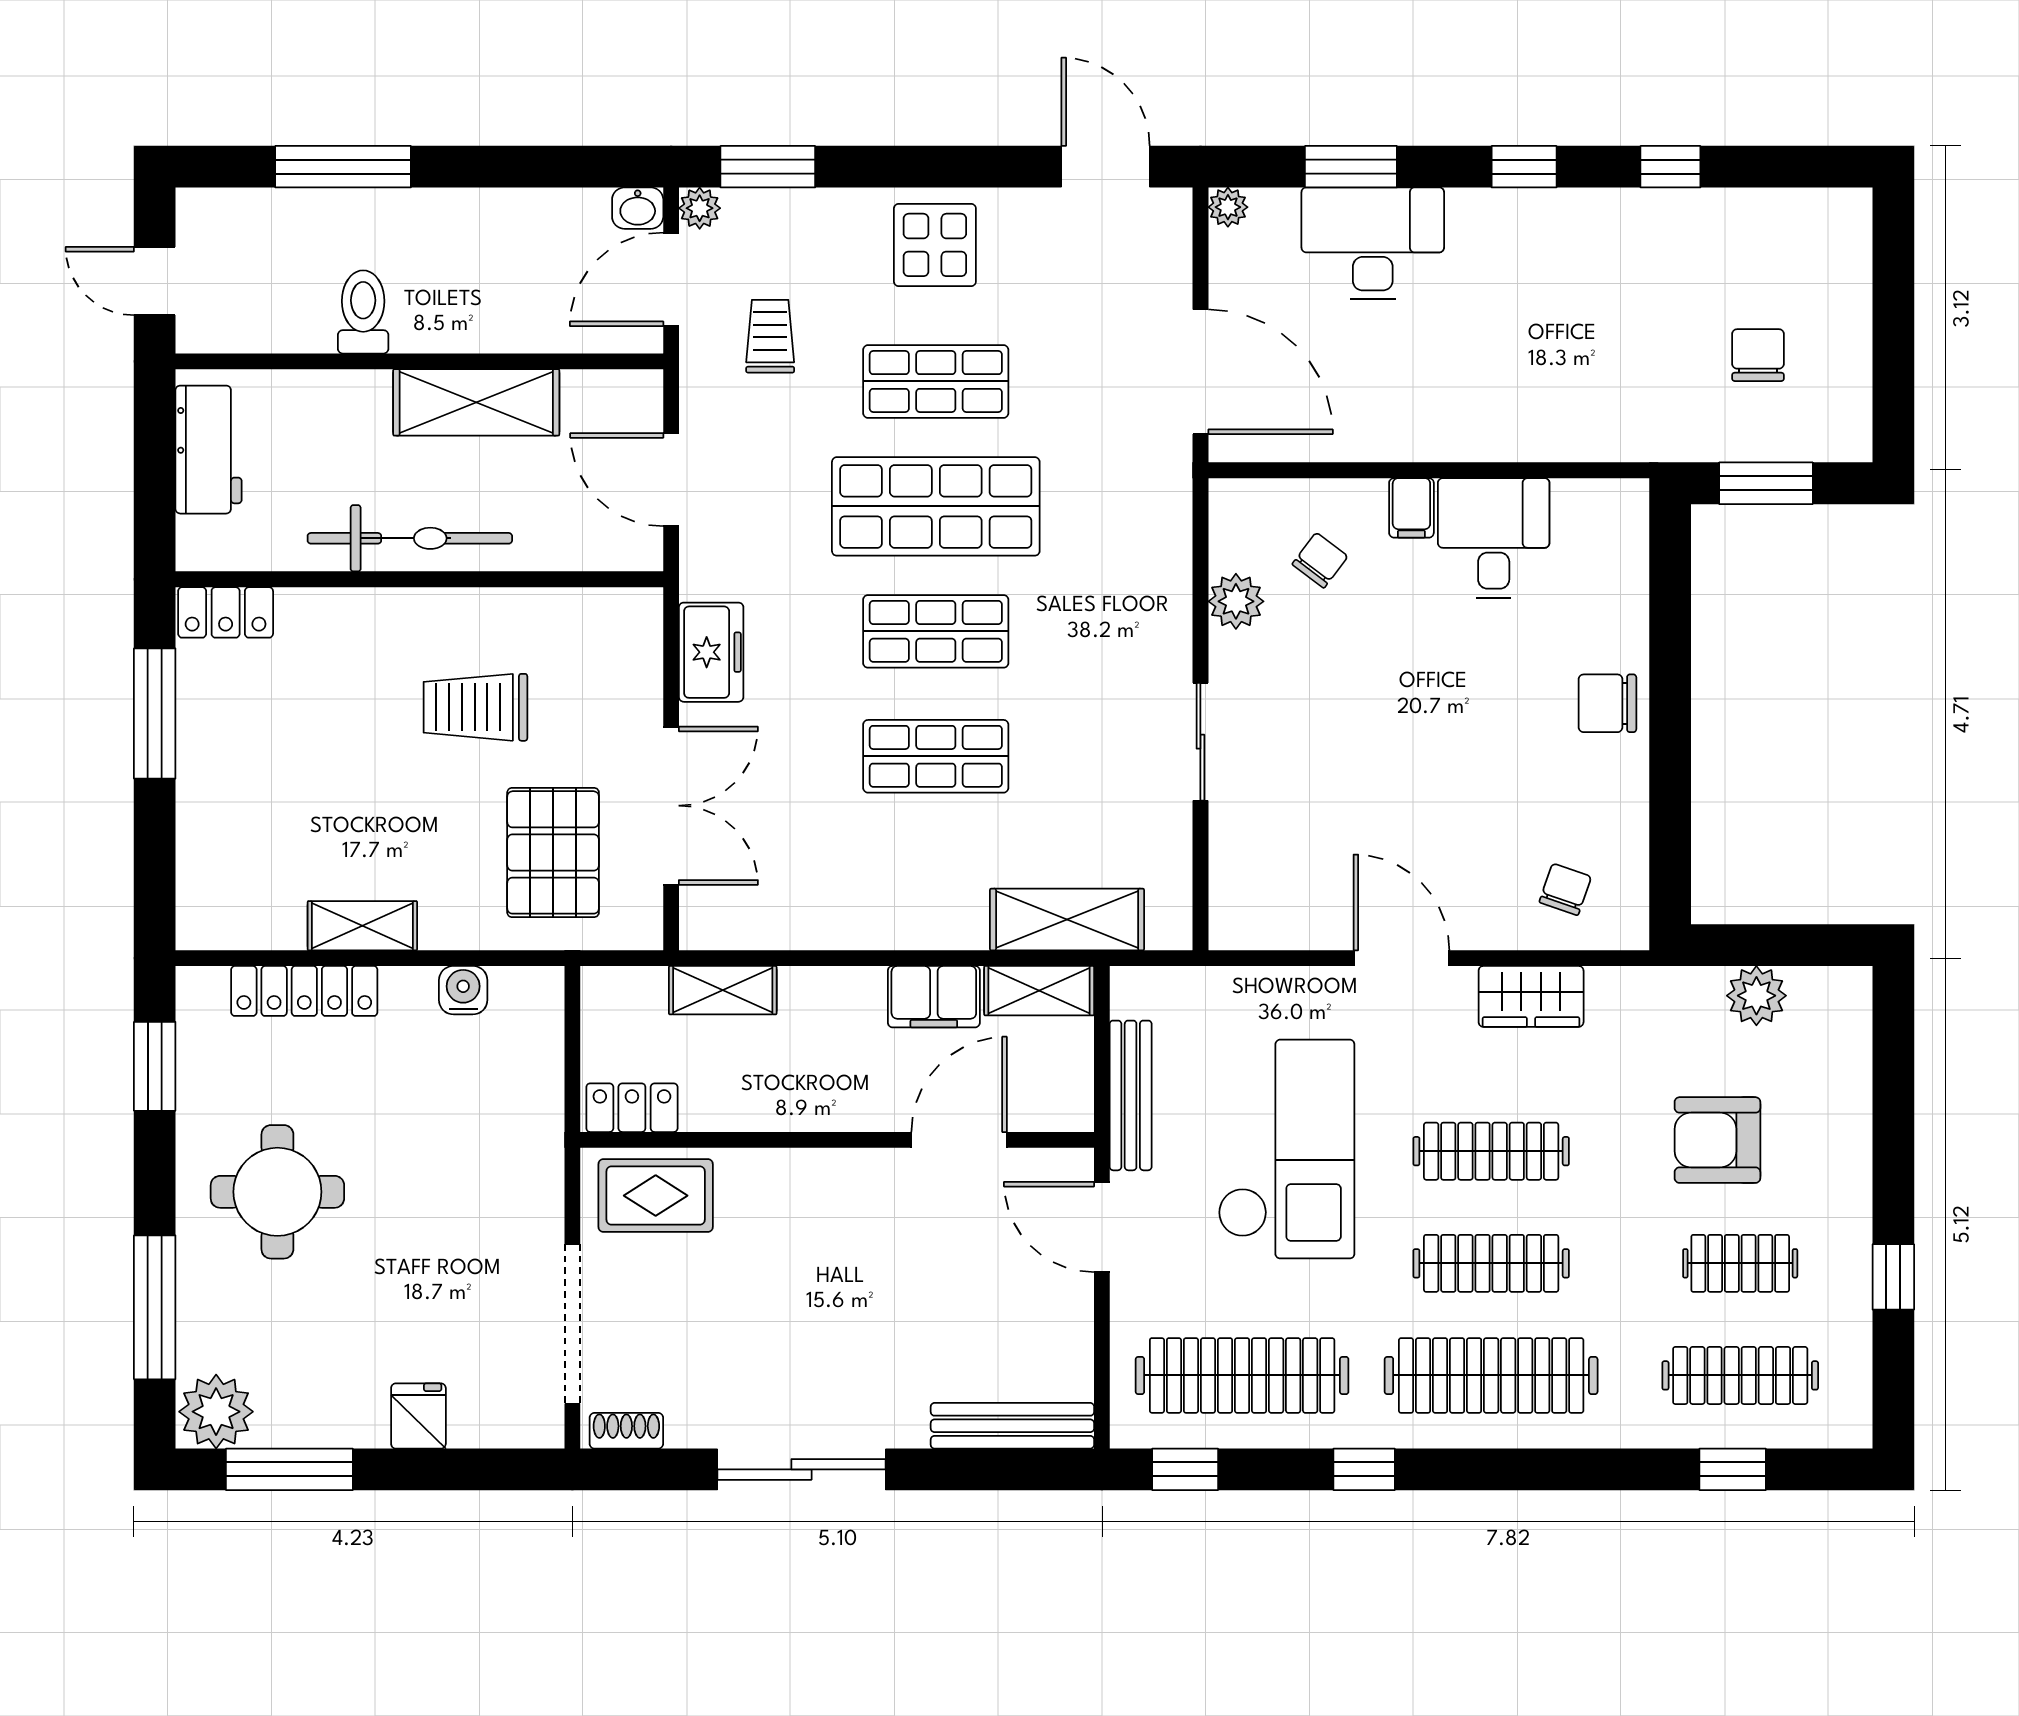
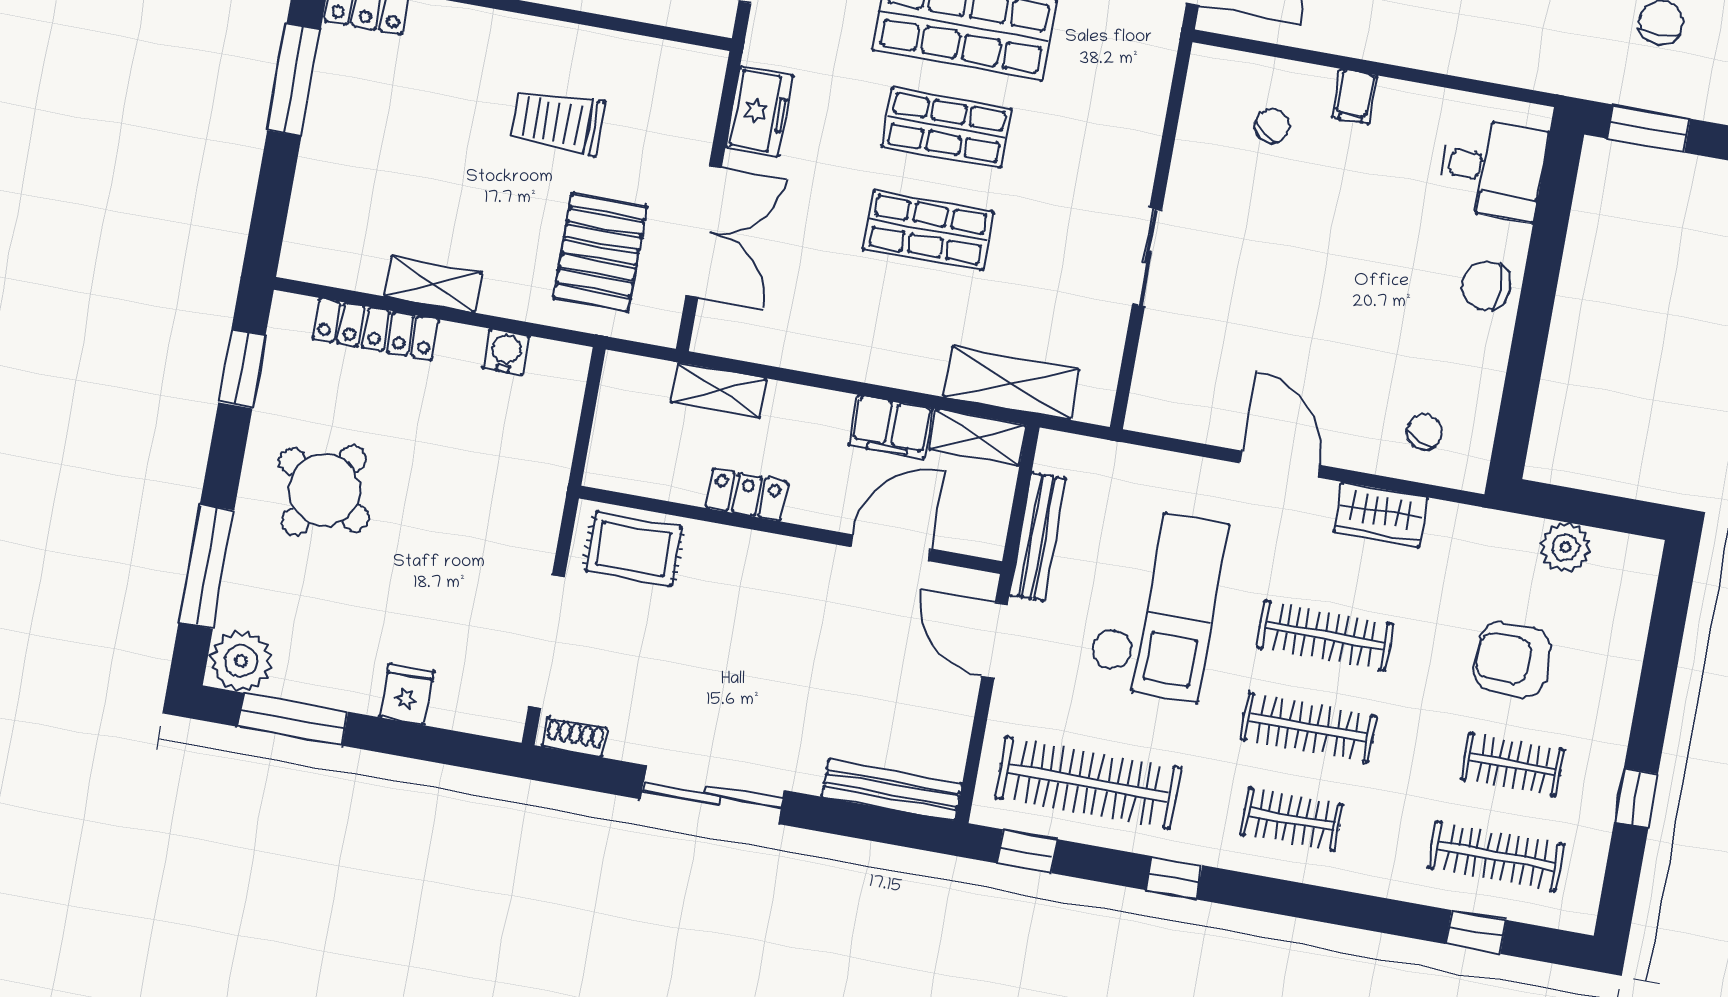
desk: (1494, 538) -> (1492, 169), moved, turned 90
plant: (1236, 601) -> (1197, 147), removed
locker: (632, 1108) -> (747, 495), moved
round table: (277, 1192) -> (324, 490), turned 32
clothes rail: (1491, 1375) -> (1292, 819), width x0.54, depth x0.76

